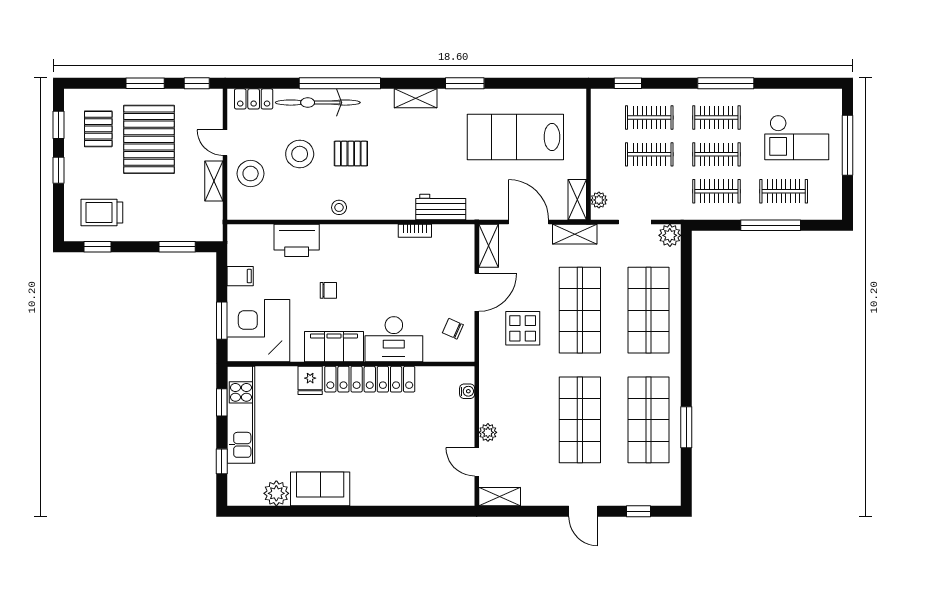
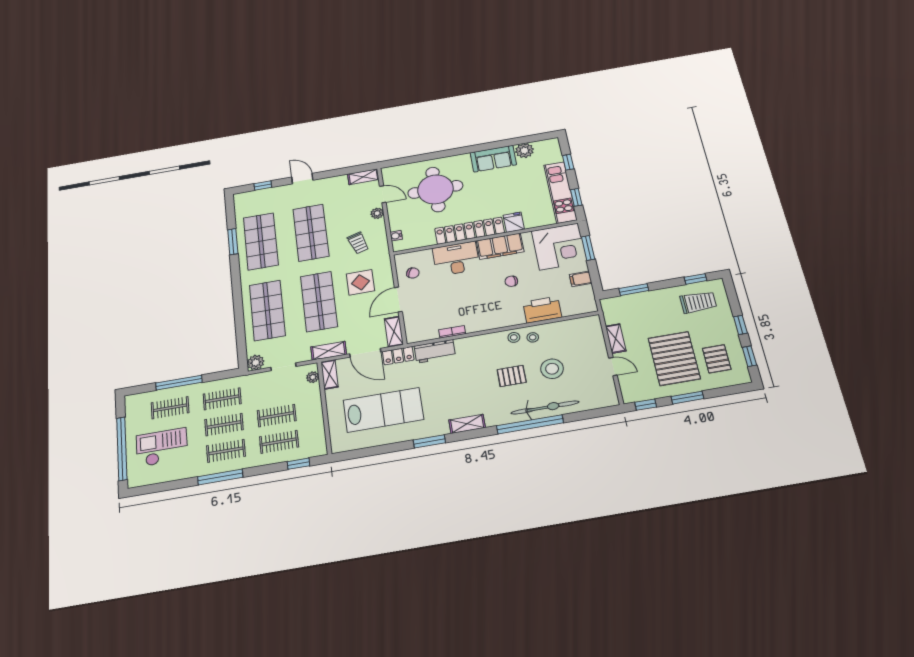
locker: (254, 99) -> (398, 356), moved, turned 180
window: (848, 145) -> (122, 449), width x1.46
stool: (251, 174) -> (533, 337), moved, width x0.53, depth x0.53
trolley: (519, 390) -> (358, 243), added
round table: (405, 455) -> (435, 189), added

